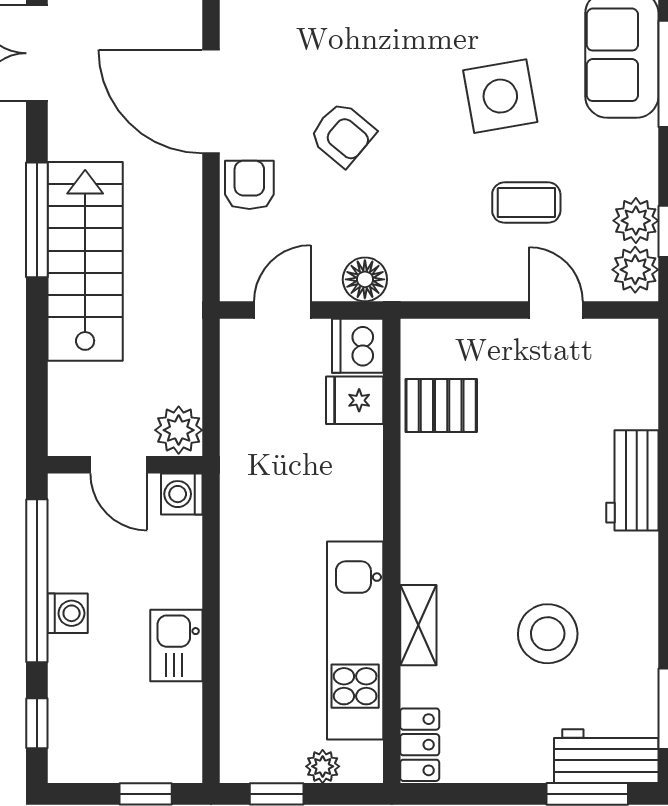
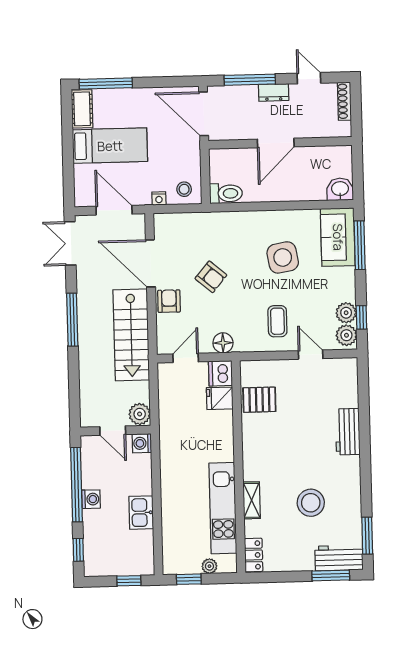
coffee table: (526, 203) -> (277, 321), moved, turned 90
stairs: (85, 261) -> (131, 335), moved, turned 180

